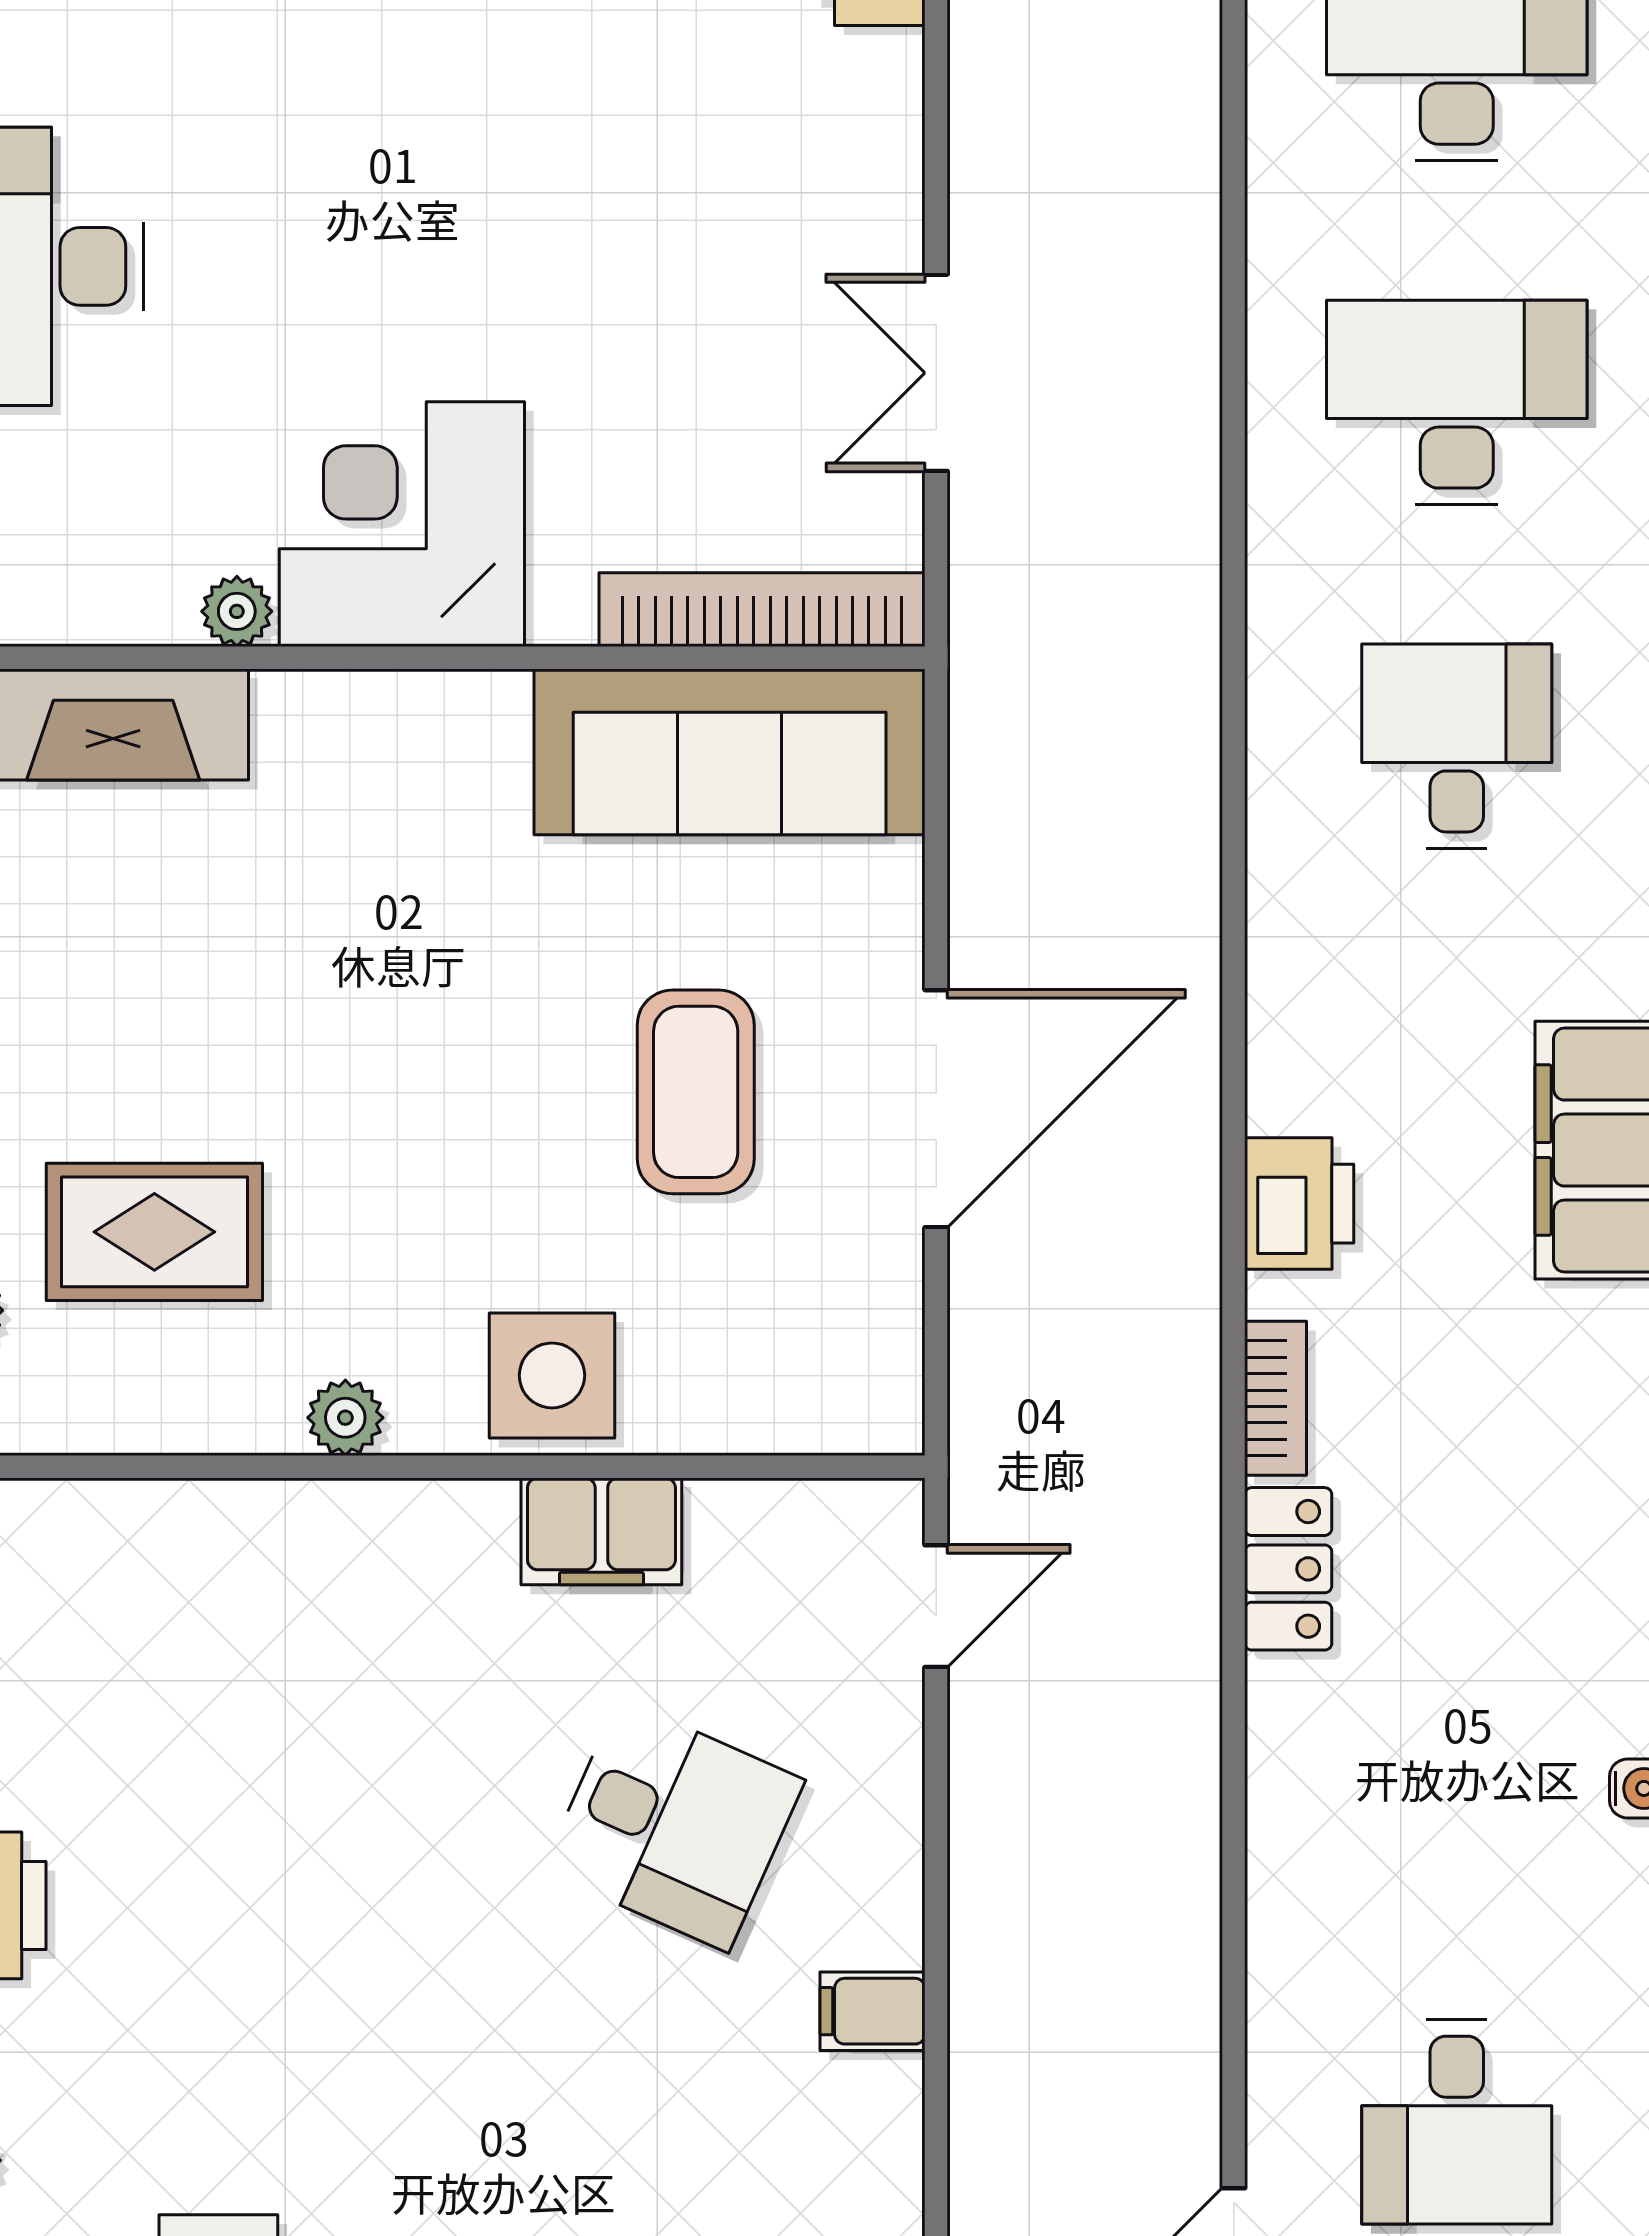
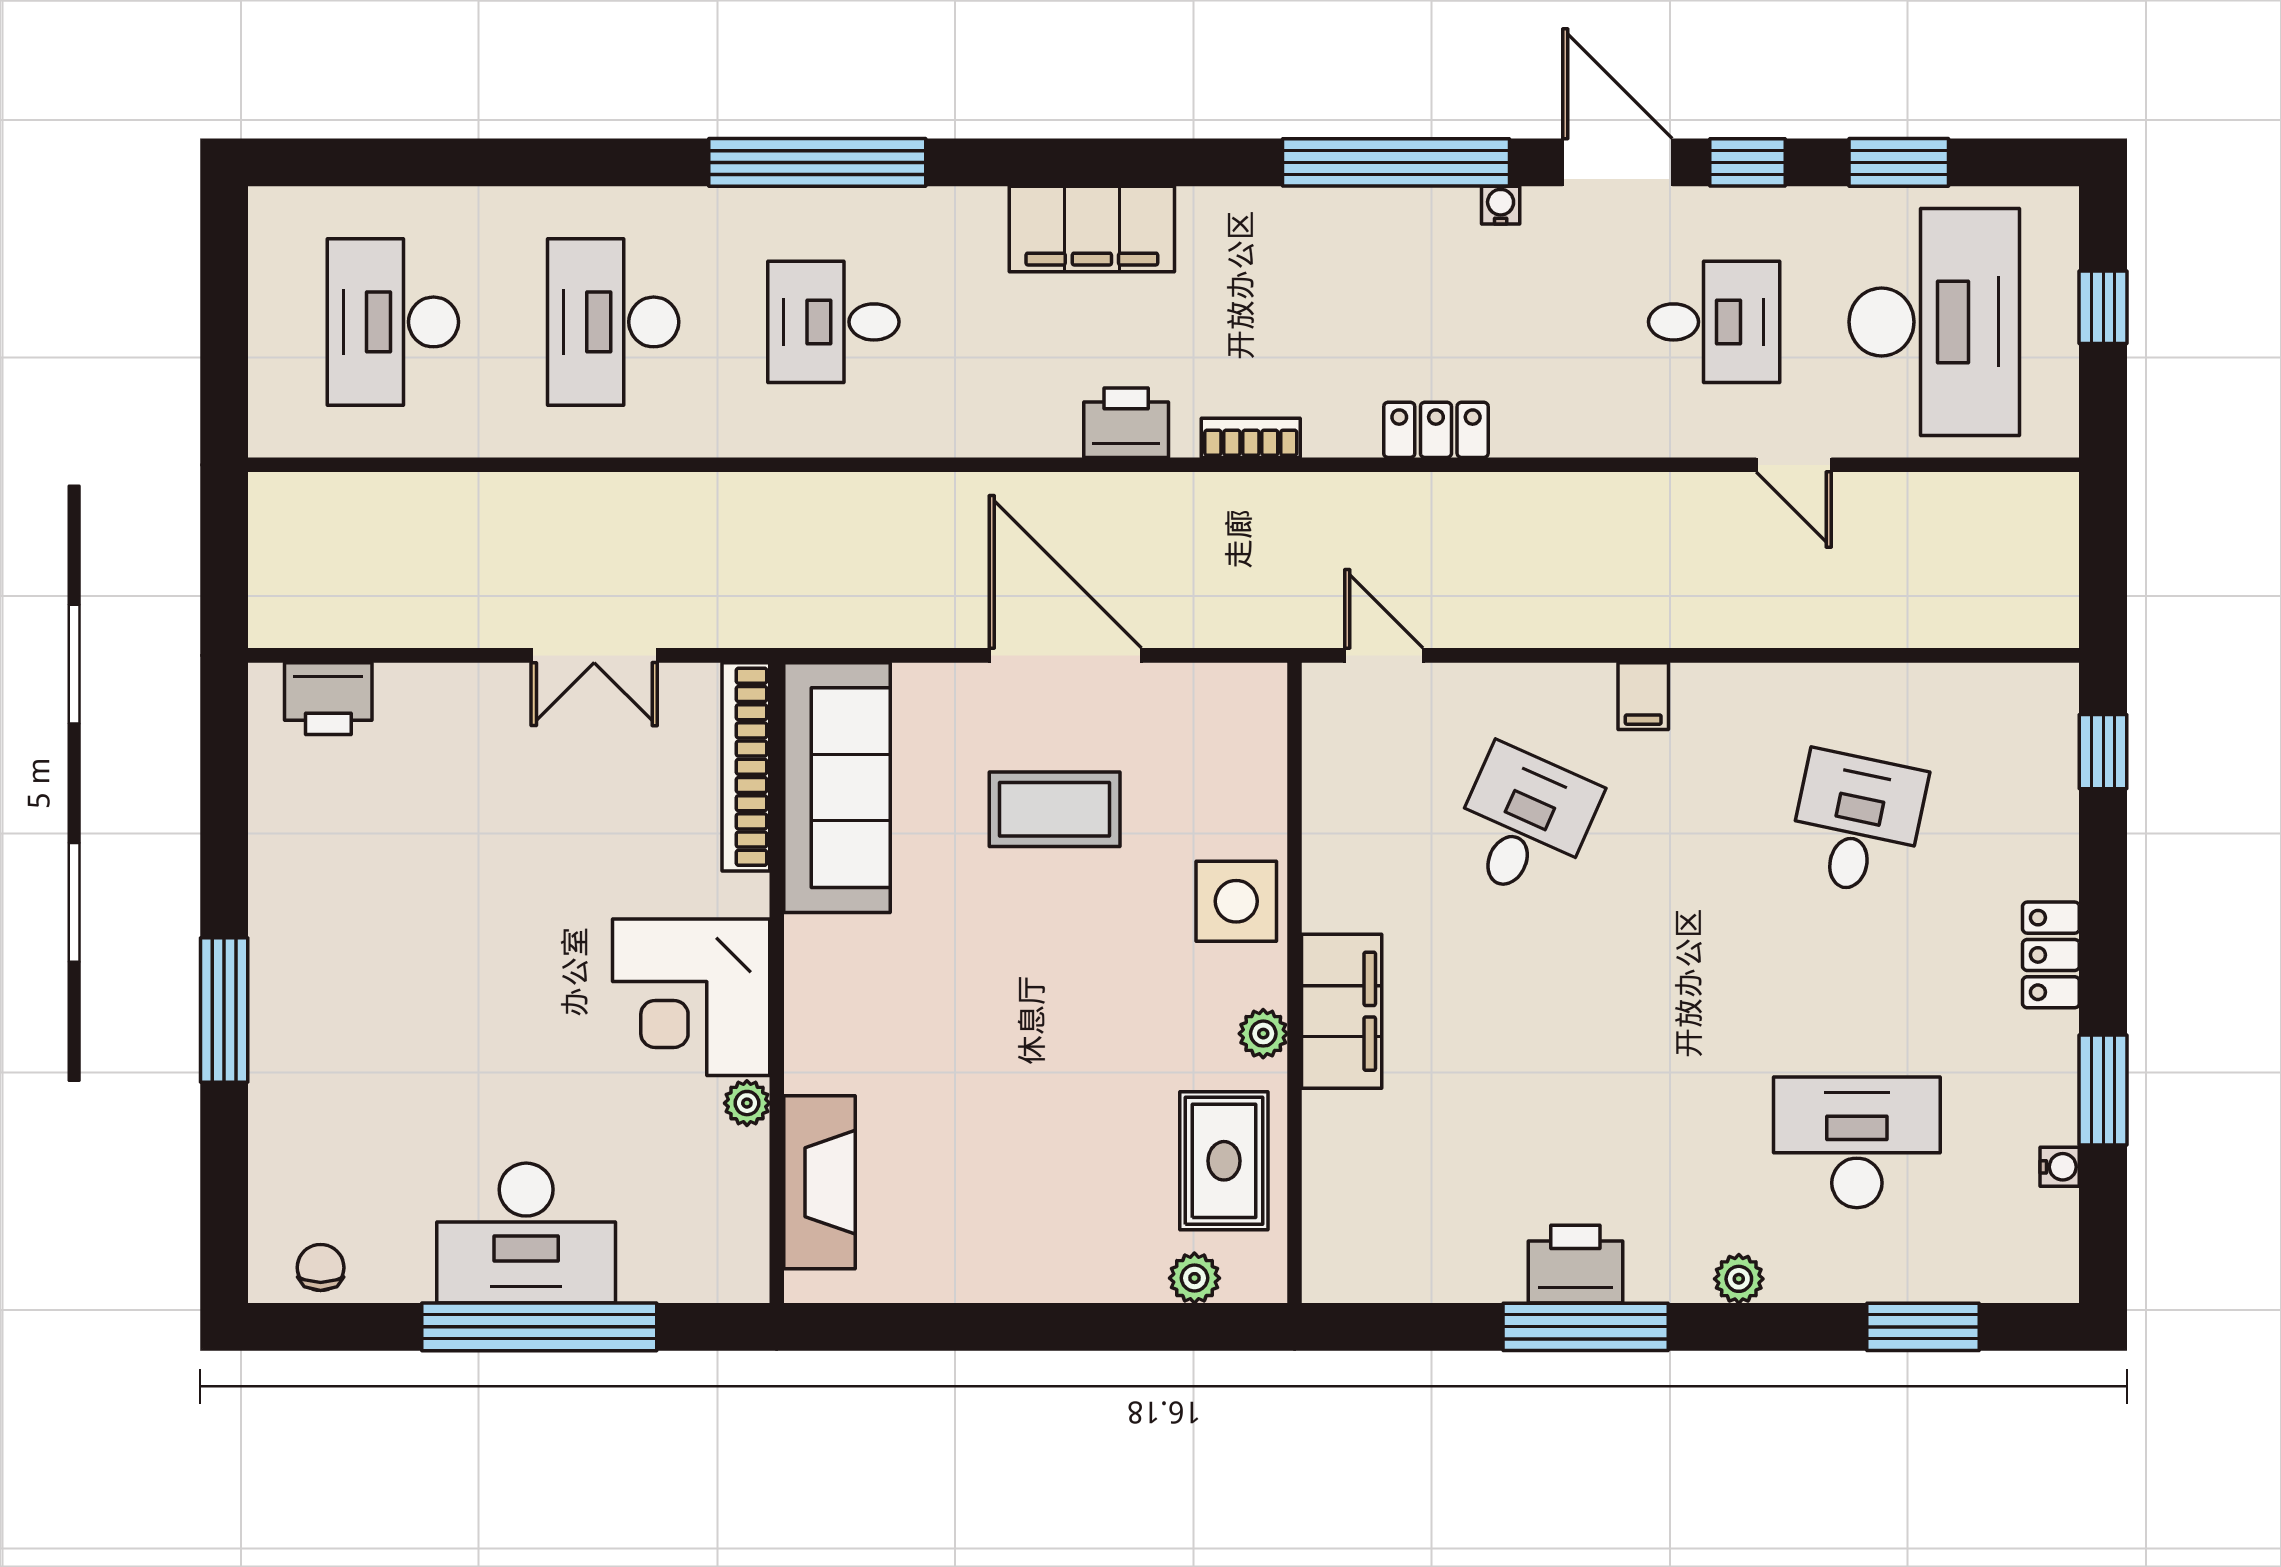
rug: (154, 1232) -> (1224, 1161), moved
filing cabinet: (601, 1531) -> (1342, 1011), moved, width x1.50, depth x1.17
locker: (1288, 1569) -> (1436, 430), moved

